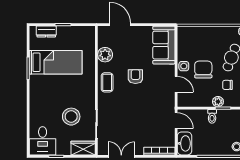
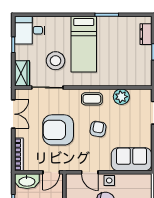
bed: (56, 62) -> (84, 44), moved
armchair: (135, 77) -> (98, 129), turned -80
door: (176, 84) -> (90, 172), hinge flipped
armchair: (136, 114) -> (58, 130), added

